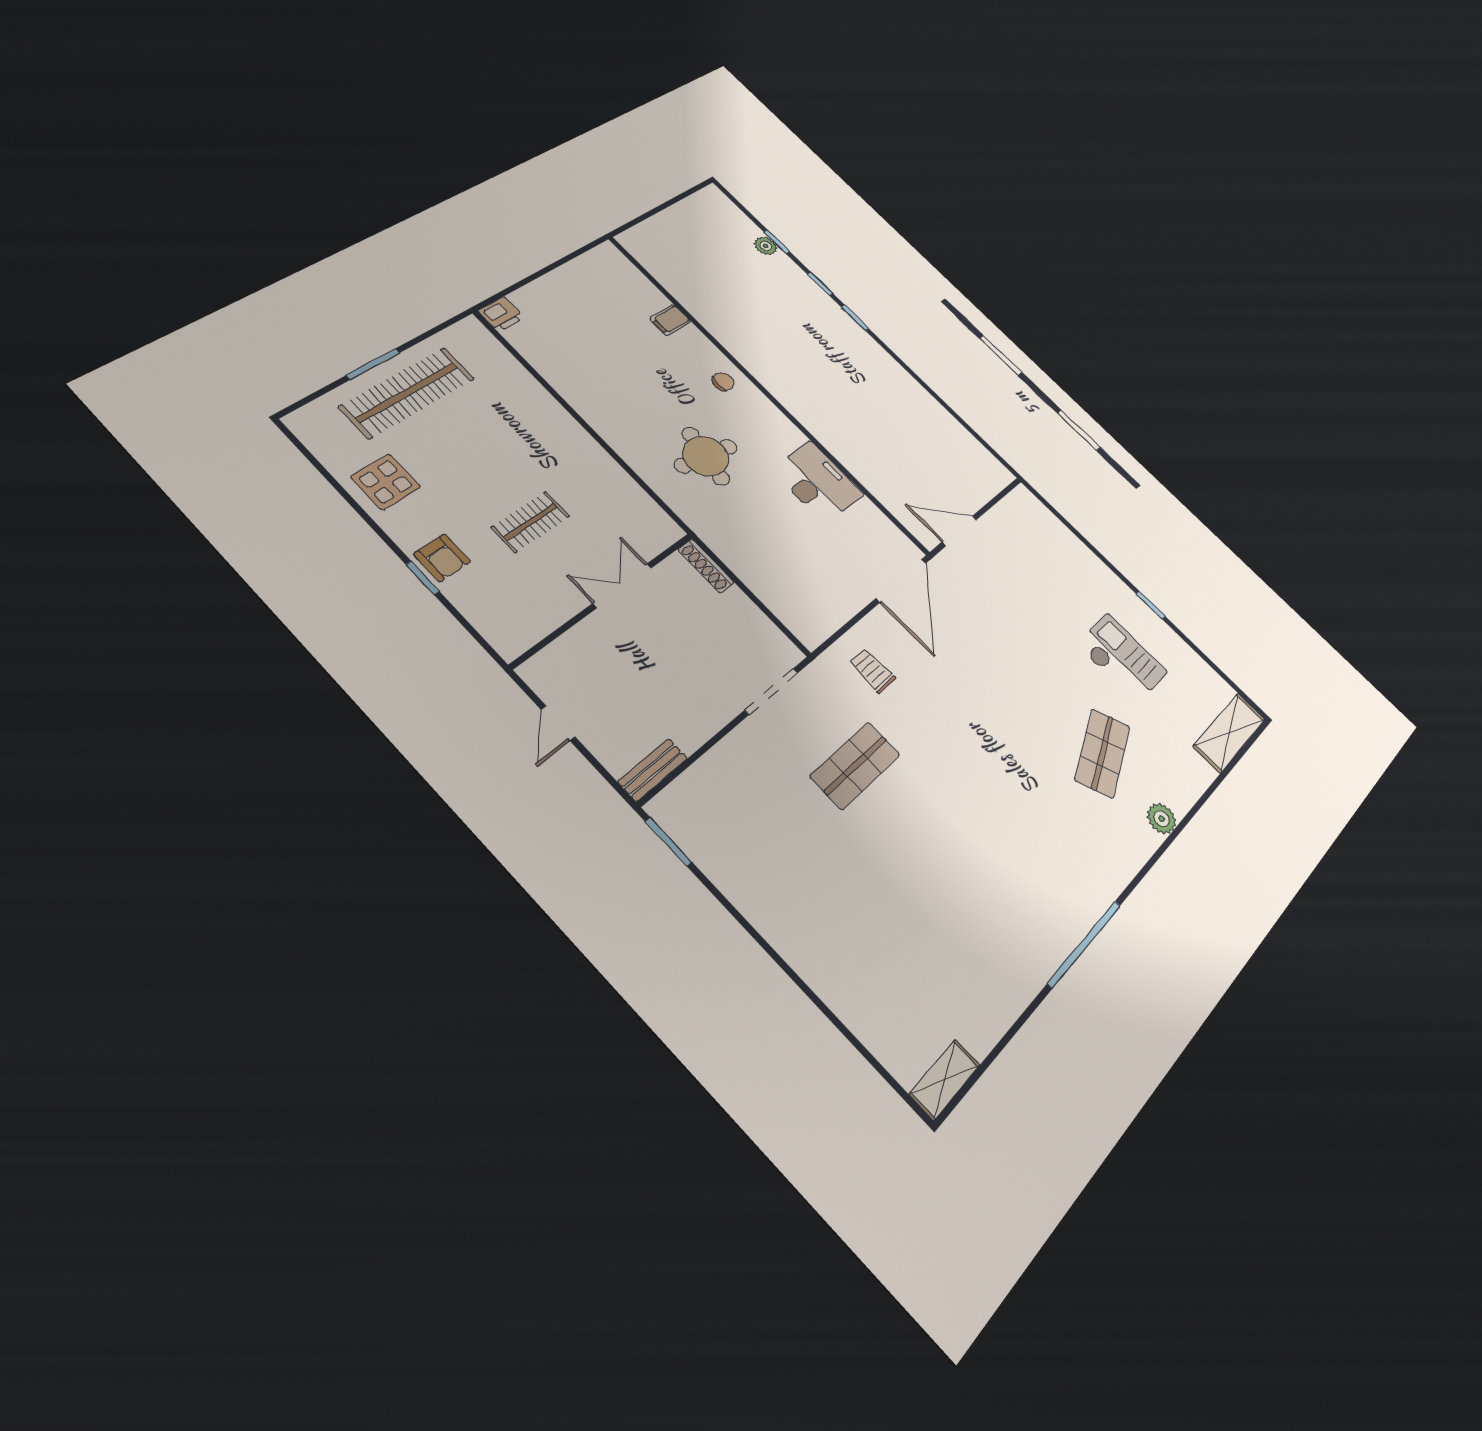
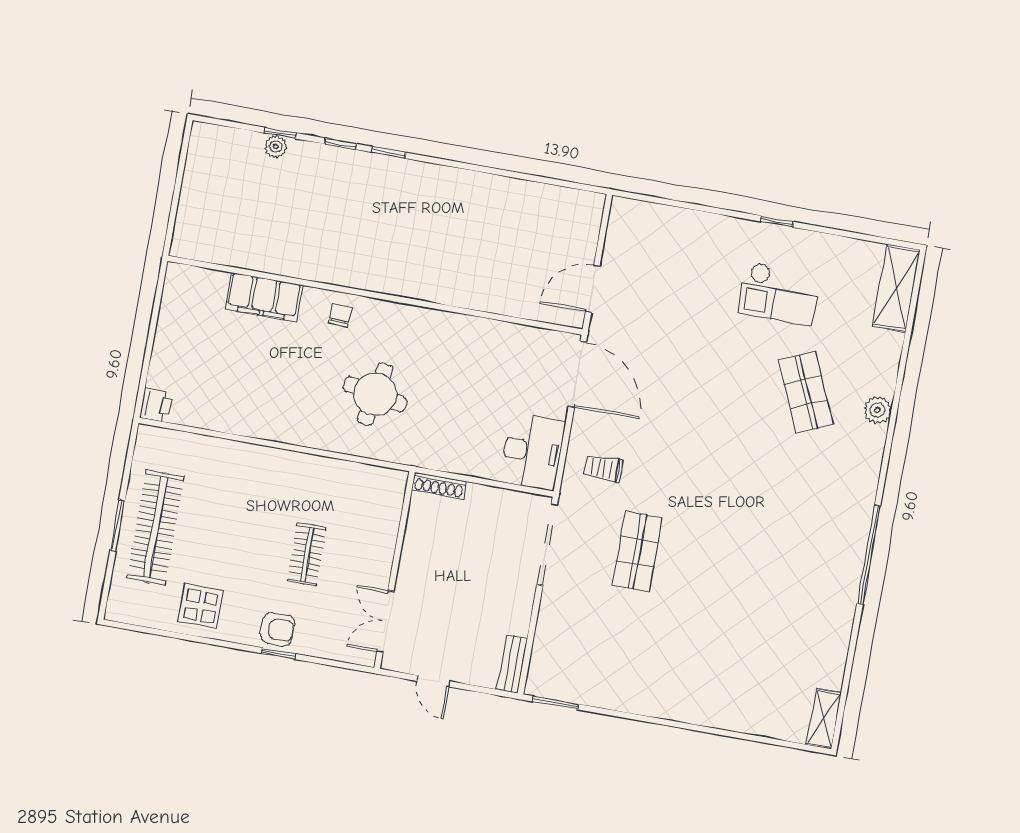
filing cabinet: (670, 320) -> (264, 297), width x3.00, depth x1.17
desk: (818, 482) -> (532, 452), moved, turned 90
double door: (622, 586) -> (385, 621), moved
checkout: (1122, 658) -> (779, 294), turned 180
doorway: (771, 691) -> (547, 544), width x1.36

